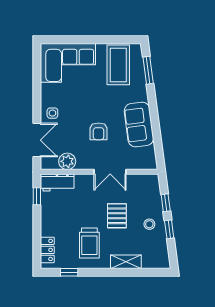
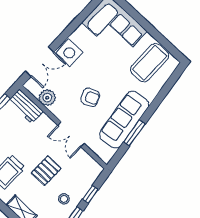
window: (148, 70) -> (134, 133), moved
side table: (52, 113) -> (69, 53), width x1.87, depth x1.87
sofa: (139, 124) -> (124, 120), width x1.36
armchair: (99, 131) -> (90, 97), turned -112

